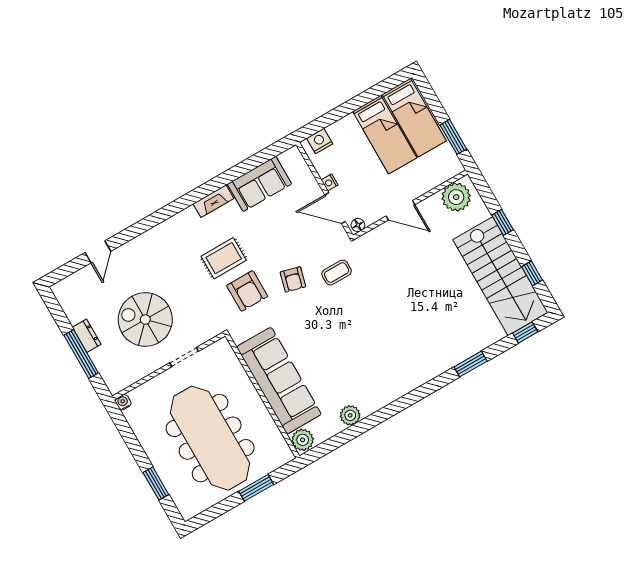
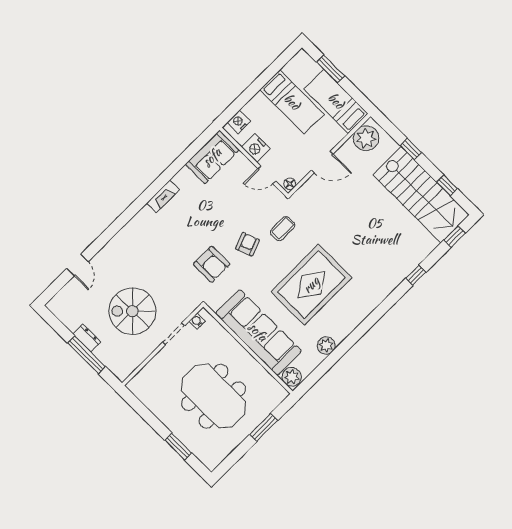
bed: (414, 118) -> (336, 101), moved, turned 180
window: (453, 137) -> (331, 69), moved
nightstand: (330, 182) -> (256, 148), width x1.89, depth x1.79
sofa: (259, 184) -> (212, 157), moved
door: (335, 208) -> (267, 175), width x0.73
rug: (224, 258) -> (311, 285), moved, width x1.86, depth x2.06
armchair: (293, 279) -> (247, 244), turned -126
window: (471, 364) -> (416, 275), width x0.67
water cooler: (123, 402) -> (197, 321), moved
meeting table: (210, 438) -> (214, 396), width x0.73

